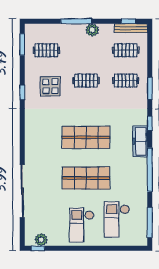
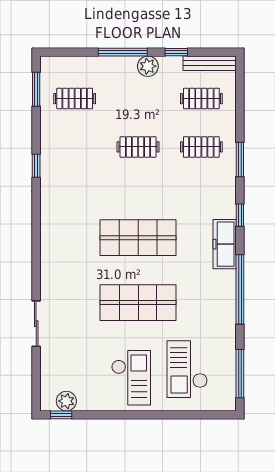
window: (128, 21) -> (176, 52), moved
display table: (50, 86) -> (81, 156), removed
sliding door: (22, 191) -> (36, 324), width x0.54
checkout: (82, 225) -> (131, 378), turned 180

